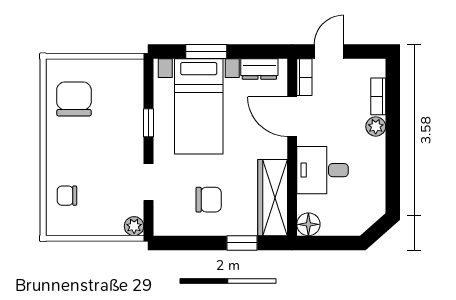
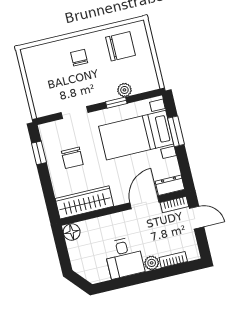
dresser: (259, 69) -> (170, 185), moved, turned 90
desk: (323, 170) -> (124, 258), moved, turned 180
chair: (67, 196) -> (79, 58), moved
plant: (134, 226) -> (124, 90), moved
window: (242, 243) -> (39, 153), moved

